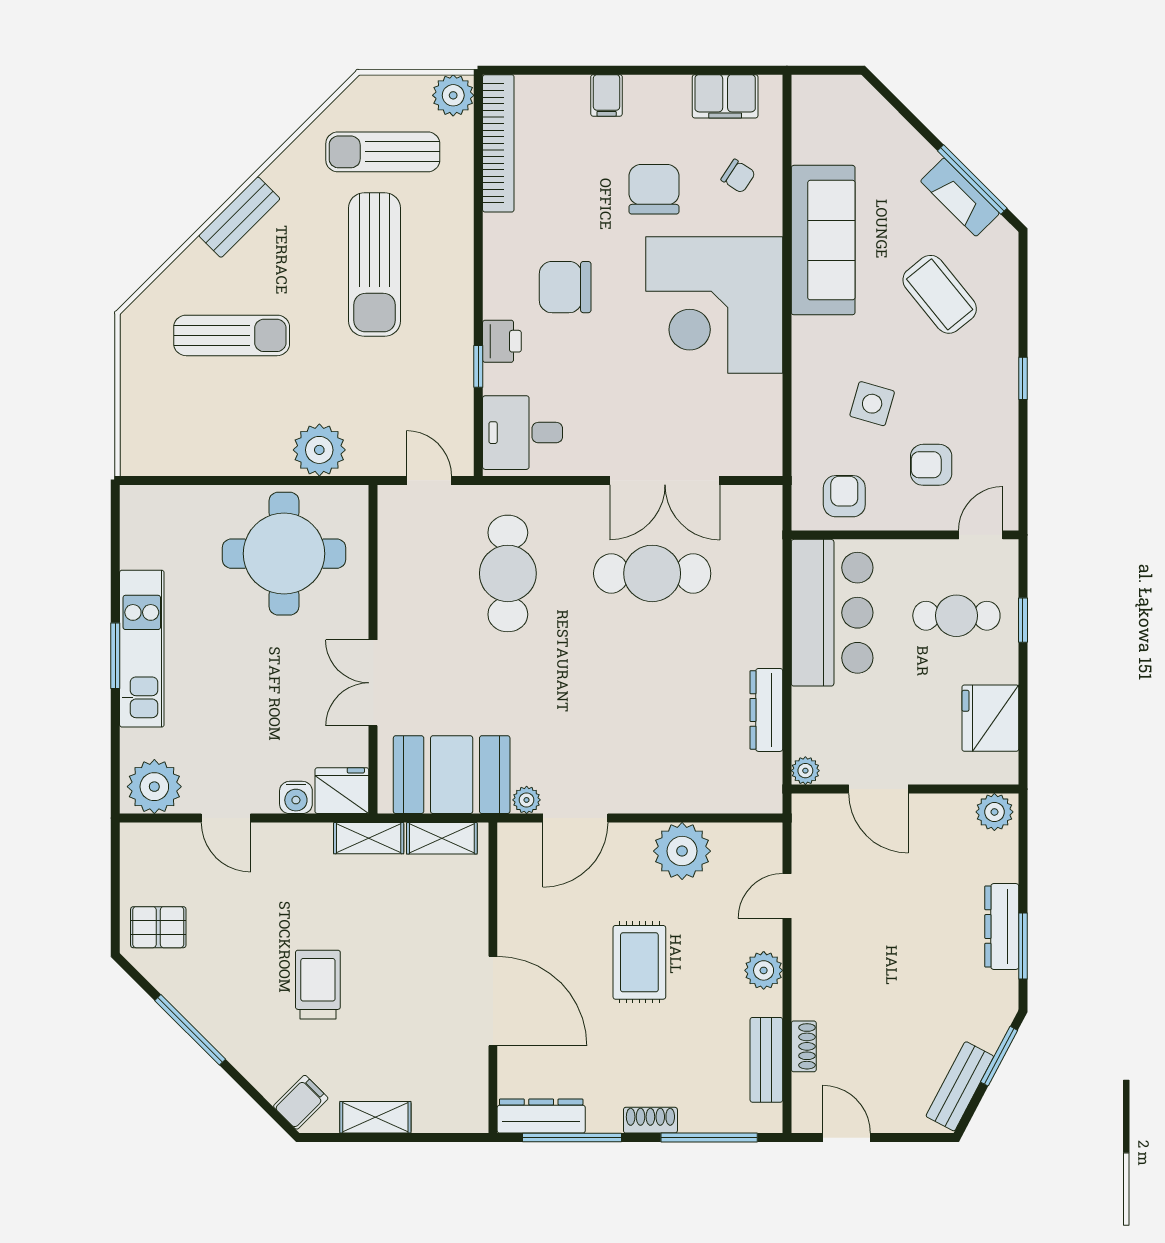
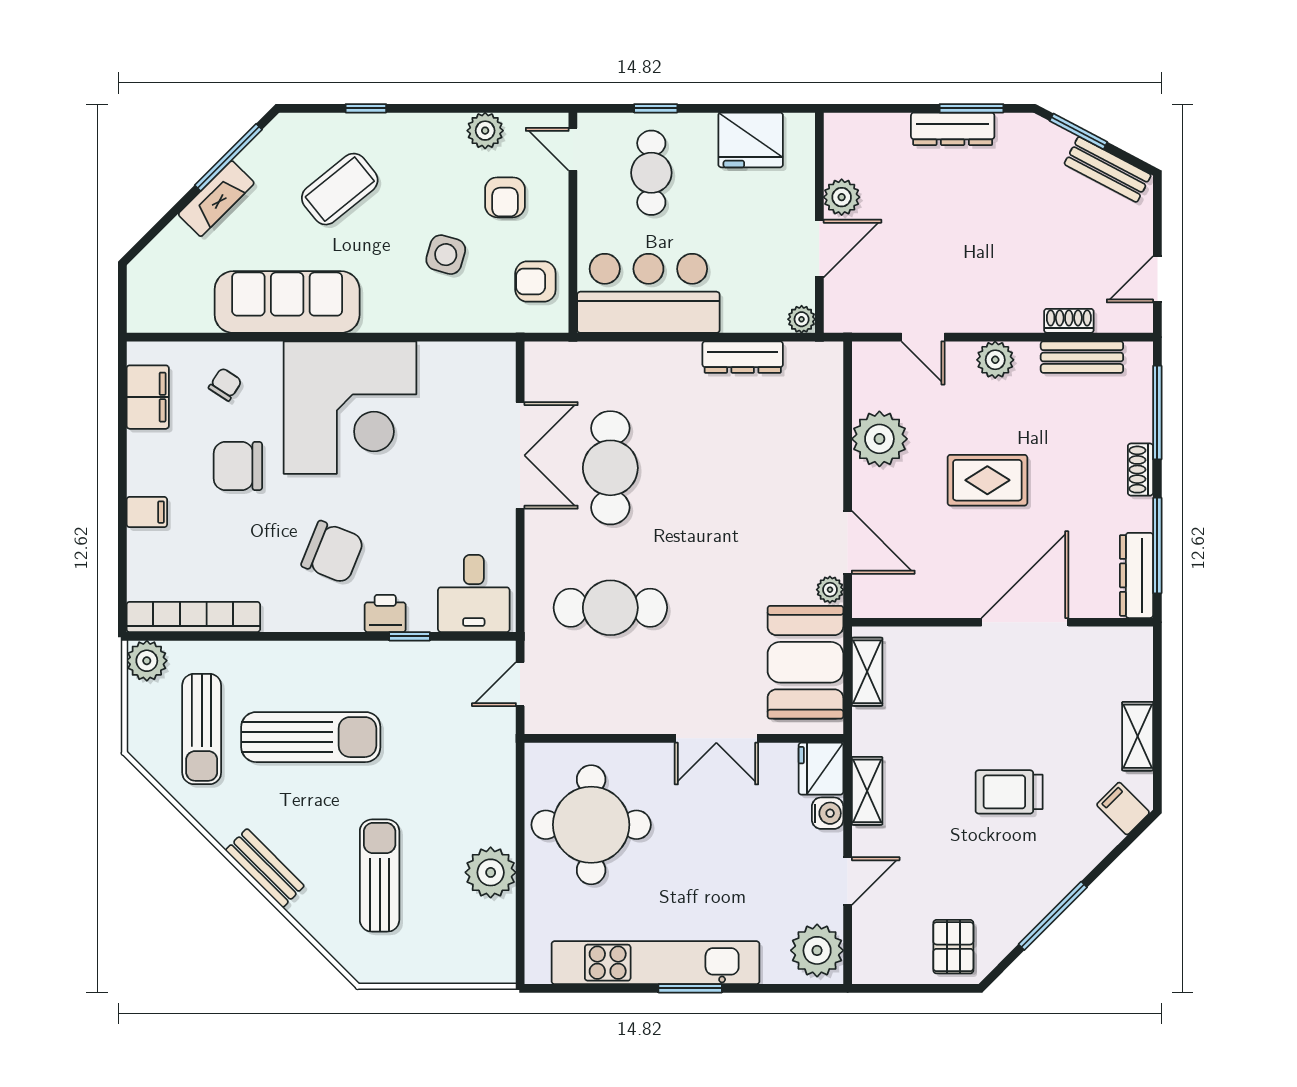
fireplace: (960, 197) -> (216, 199), moved
chair: (565, 287) -> (333, 552), turned -68
window: (1023, 378) -> (366, 108), moved
plant: (1000, 444) -> (485, 131), added
plant: (319, 450) -> (491, 872), moved
kitchen unit: (142, 649) -> (656, 963), width x1.36
plant: (994, 812) -> (842, 197), moved
shelving: (369, 838) -> (867, 791), moved

